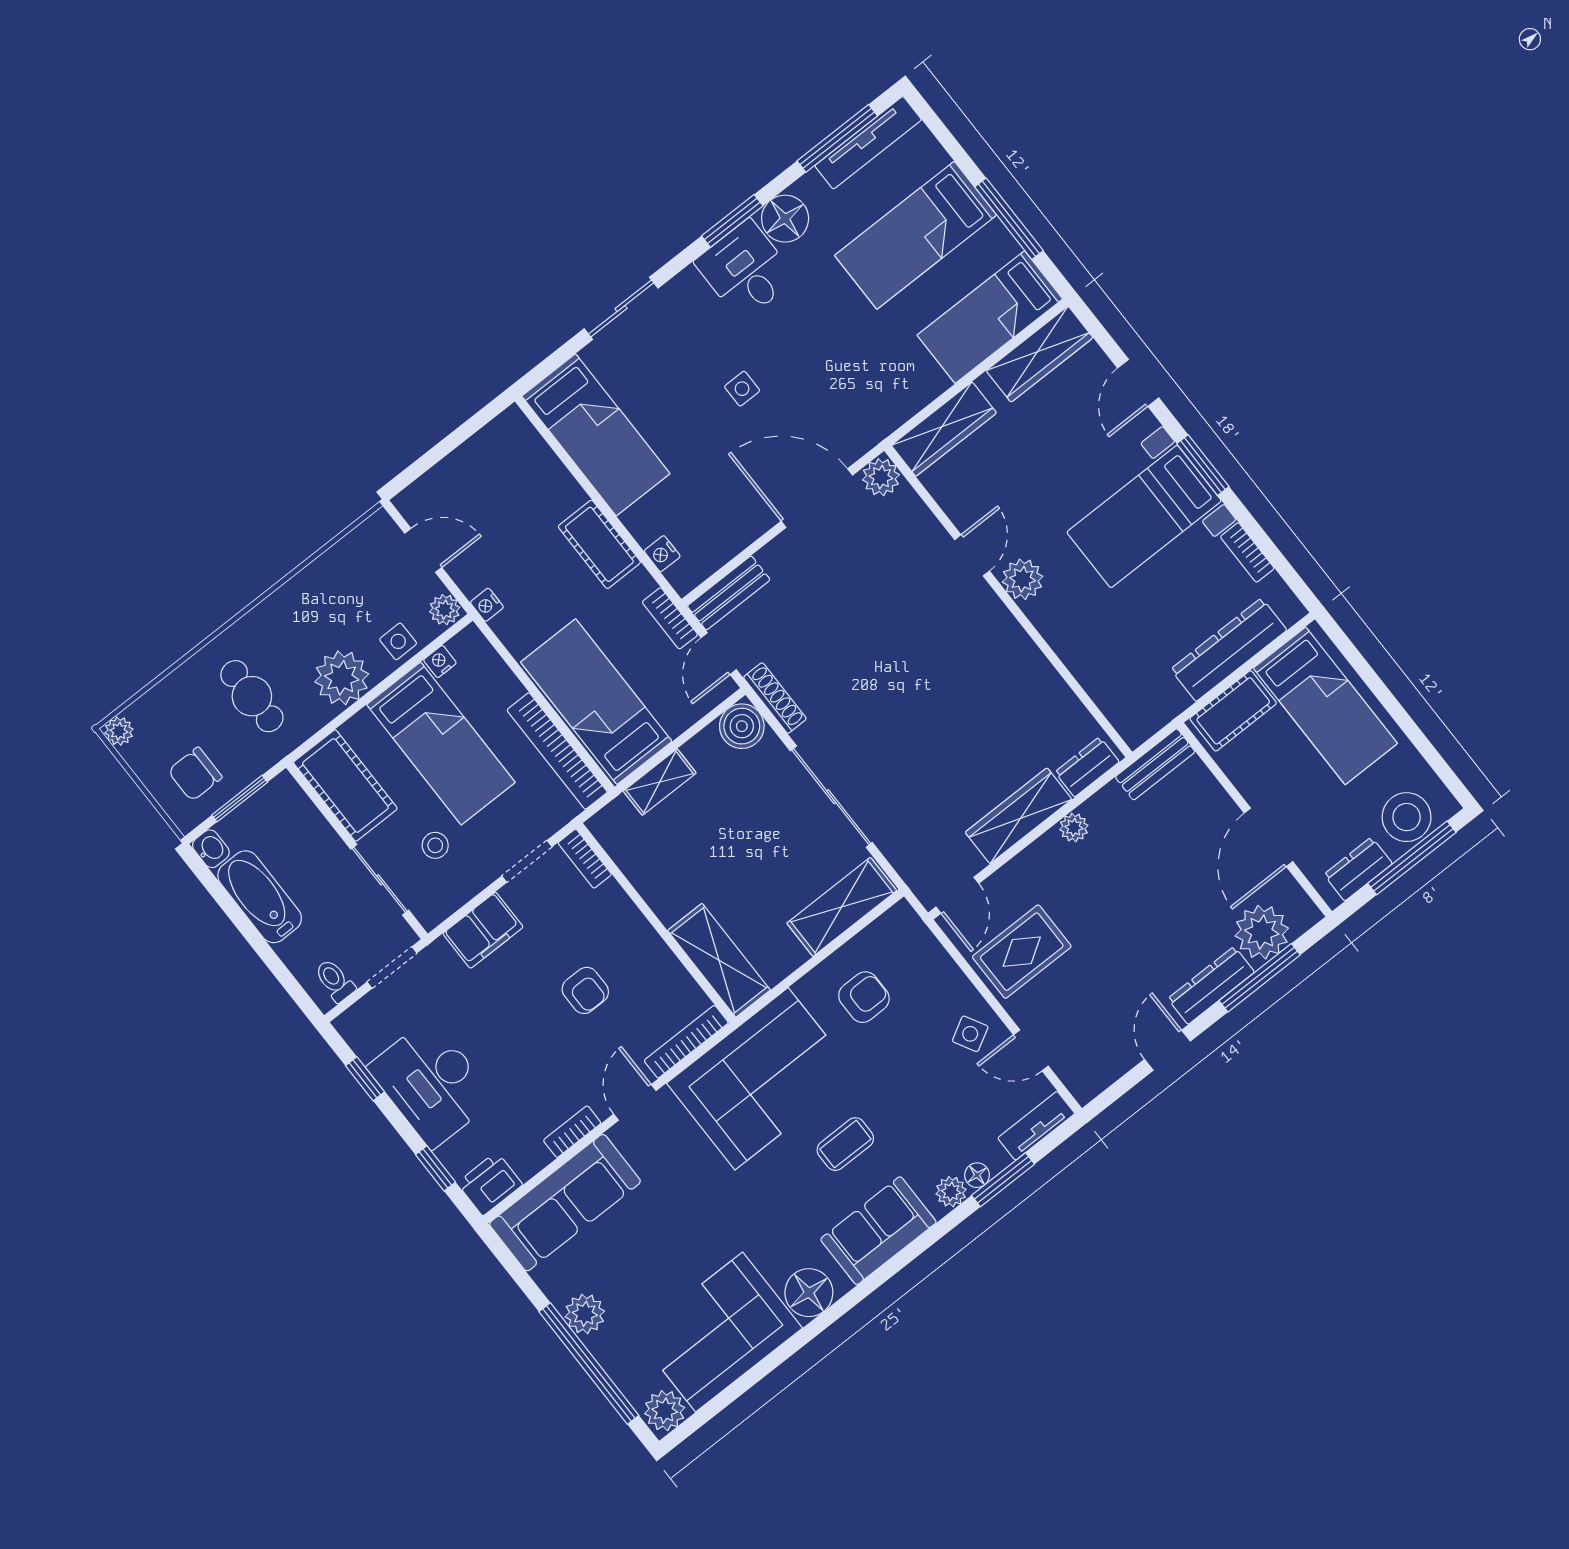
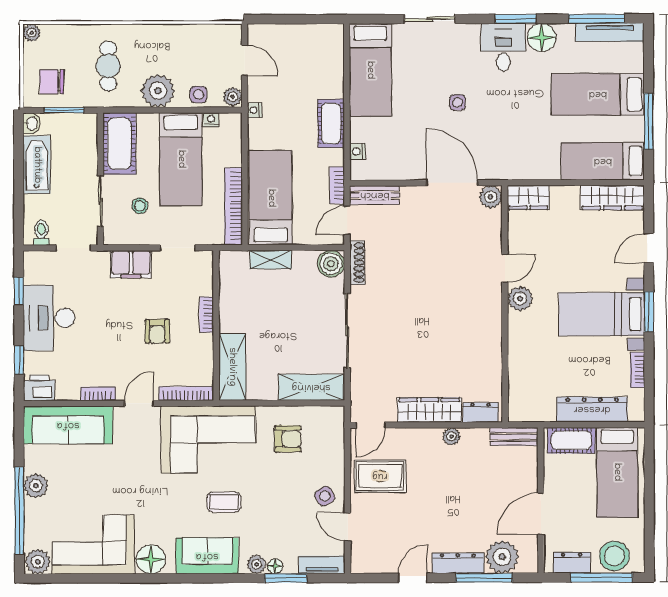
wardrobe: (944, 429) -> (528, 197), width x0.67
bookcase: (585, 859) -> (206, 315), moved

